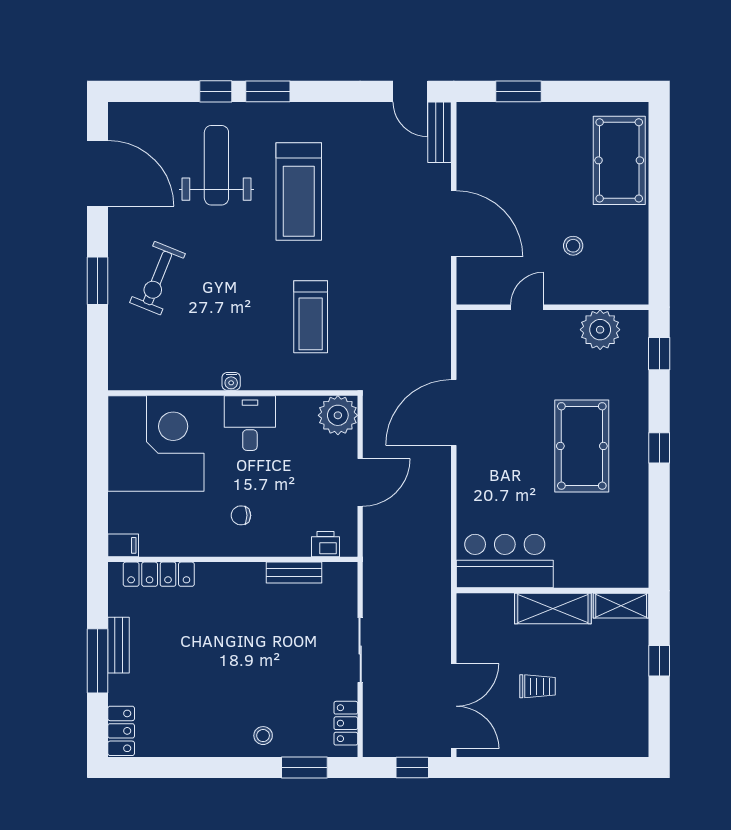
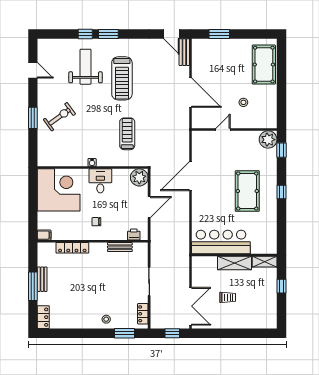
door: (98, 173) -> (33, 70), width x0.53
exercise bike: (158, 278) -> (59, 117), turned -148
treadmill: (311, 317) -> (127, 134), turned 180
plant: (600, 330) -> (268, 140), moved
bar counter: (505, 561) -> (221, 242), width x1.36
locker: (159, 574) -> (72, 248), moved

